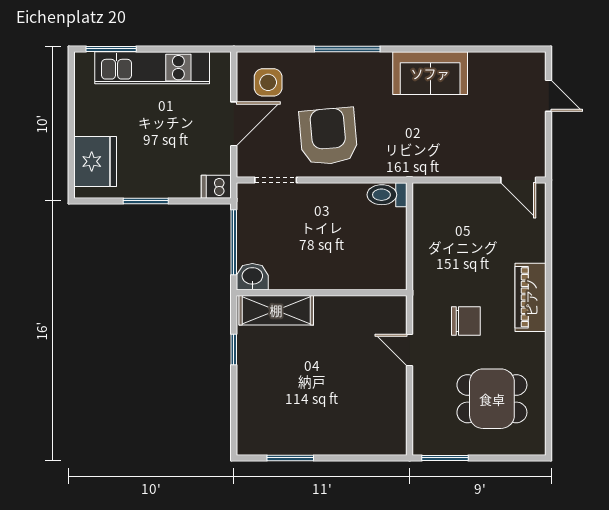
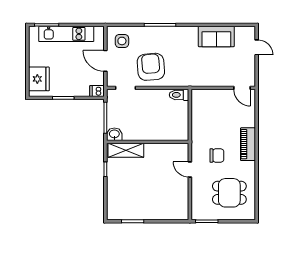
sofa: (430, 73) -> (216, 36), moved
door: (234, 124) -> (105, 61), swing flipped

